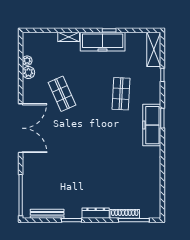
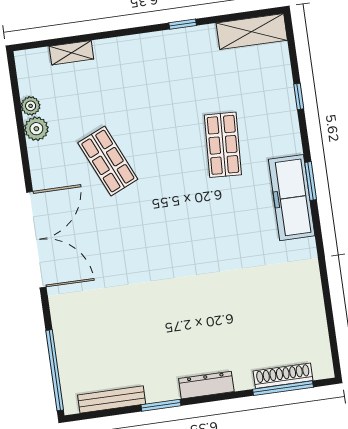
shelving: (69, 37) -> (71, 53), moved
freezer: (103, 42) -> (173, 48), removed
shelving: (154, 49) -> (252, 32), moved, turned 90
shoe rack: (125, 214) -> (283, 376), moved

